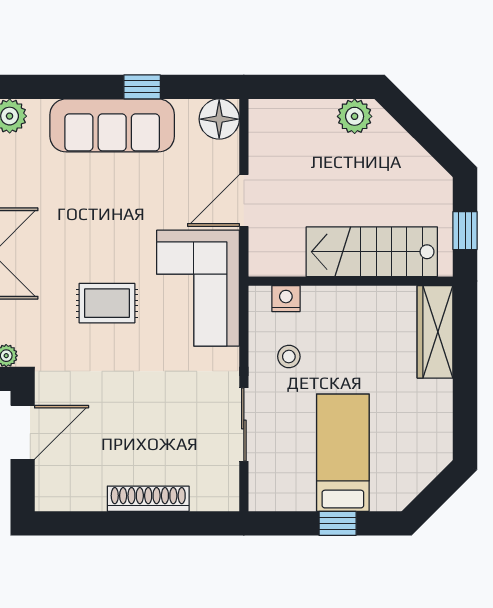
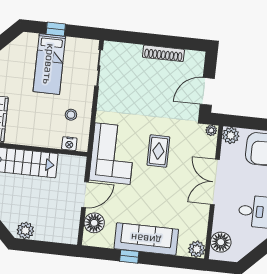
floor lamp: (219, 119) -> (94, 223), moved
rug: (107, 303) -> (158, 151), turned 90
sliding door: (244, 424) -> (99, 68), moved
shoe rack: (148, 499) -> (163, 53), moved

